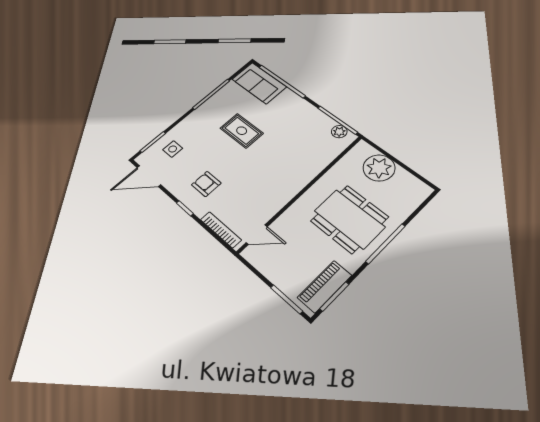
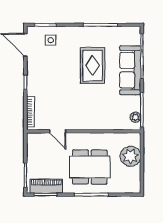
sofa: (259, 83) -> (130, 70), moved, width x1.36
rug: (242, 131) -> (92, 66), width x1.36, depth x1.43
armchair: (206, 184) -> (47, 79), removed
dining table: (349, 219) -> (90, 167), turned 90
door: (257, 235) -> (58, 131), moved

